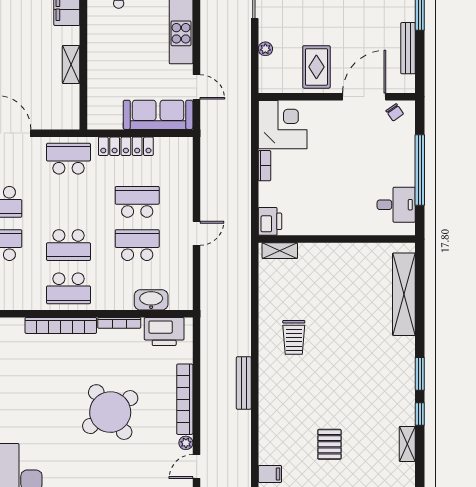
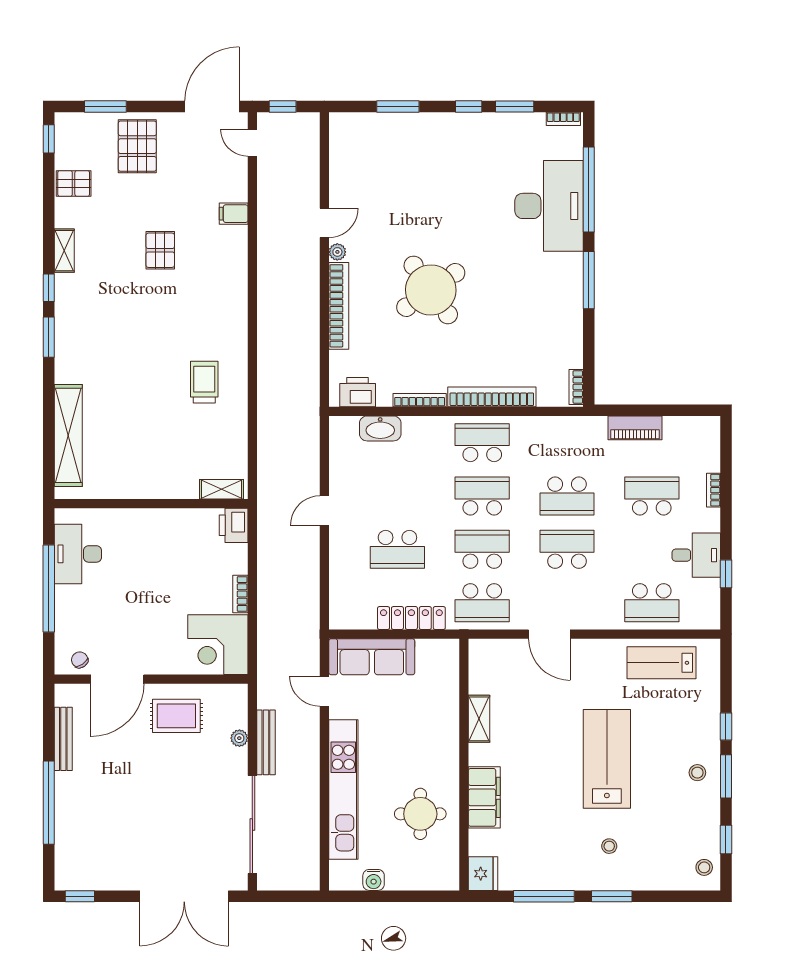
rug: (316, 67) -> (176, 716), turned 90
desk: (396, 205) -> (78, 554), width x1.37
school desk: (137, 245) -> (482, 549), moved, turned 180
printer: (164, 332) -> (358, 392), width x0.73, depth x0.84
bench: (244, 383) -> (266, 742), moved

